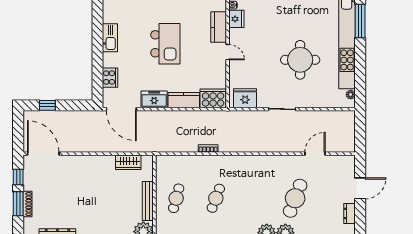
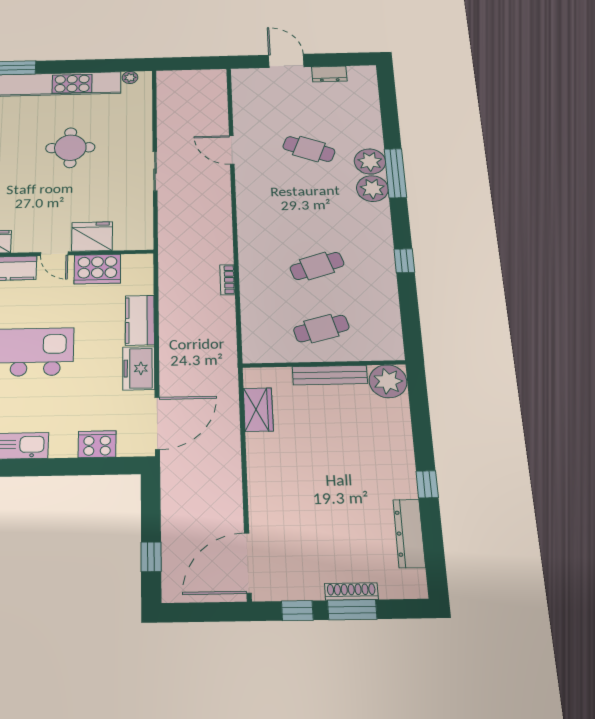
door: (228, 52) -> (54, 254), swing flipped
round table: (300, 60) -> (70, 148), width x0.73, depth x0.73
cooker: (213, 98) -> (97, 269), moved, turned -90
fridge: (245, 98) -> (92, 236), moved, turned 90
door: (315, 154) -> (232, 150), moved
cafe table: (176, 198) -> (321, 329), turned -30
cafe table: (216, 198) -> (317, 266), turned -39
cafe table: (295, 198) -> (309, 149), width x0.73, depth x0.74

